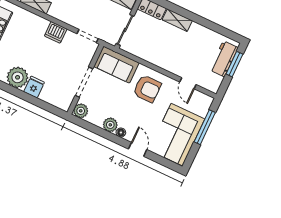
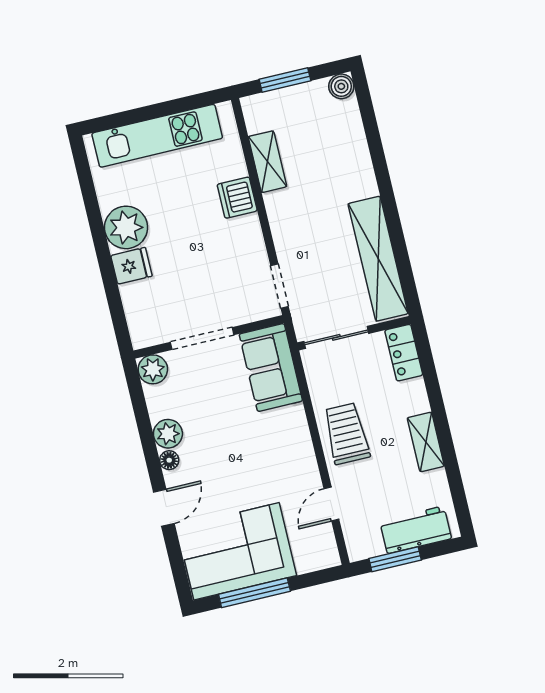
shelving: (177, 20) -> (426, 442), moved
dishwasher: (56, 32) -> (237, 198), moved
trolley: (165, 56) -> (346, 434), added
window: (234, 64) -> (395, 559), moved
armchair: (147, 89) -> (271, 446), removed
window: (205, 127) -> (254, 593), moved

